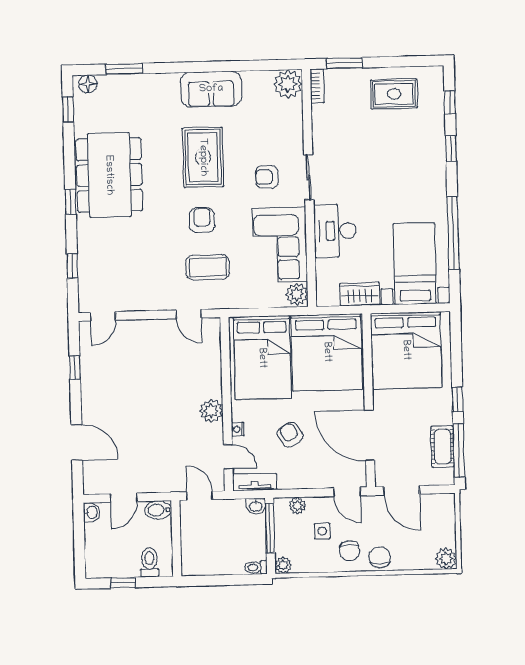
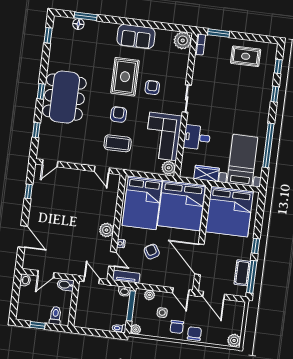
floor lamp: (88, 84) -> (78, 24), moved
dining table: (109, 175) -> (64, 97), moved
armchair: (267, 177) -> (152, 88), moved, turned 90
desk: (335, 231) -> (197, 137), width x0.73

